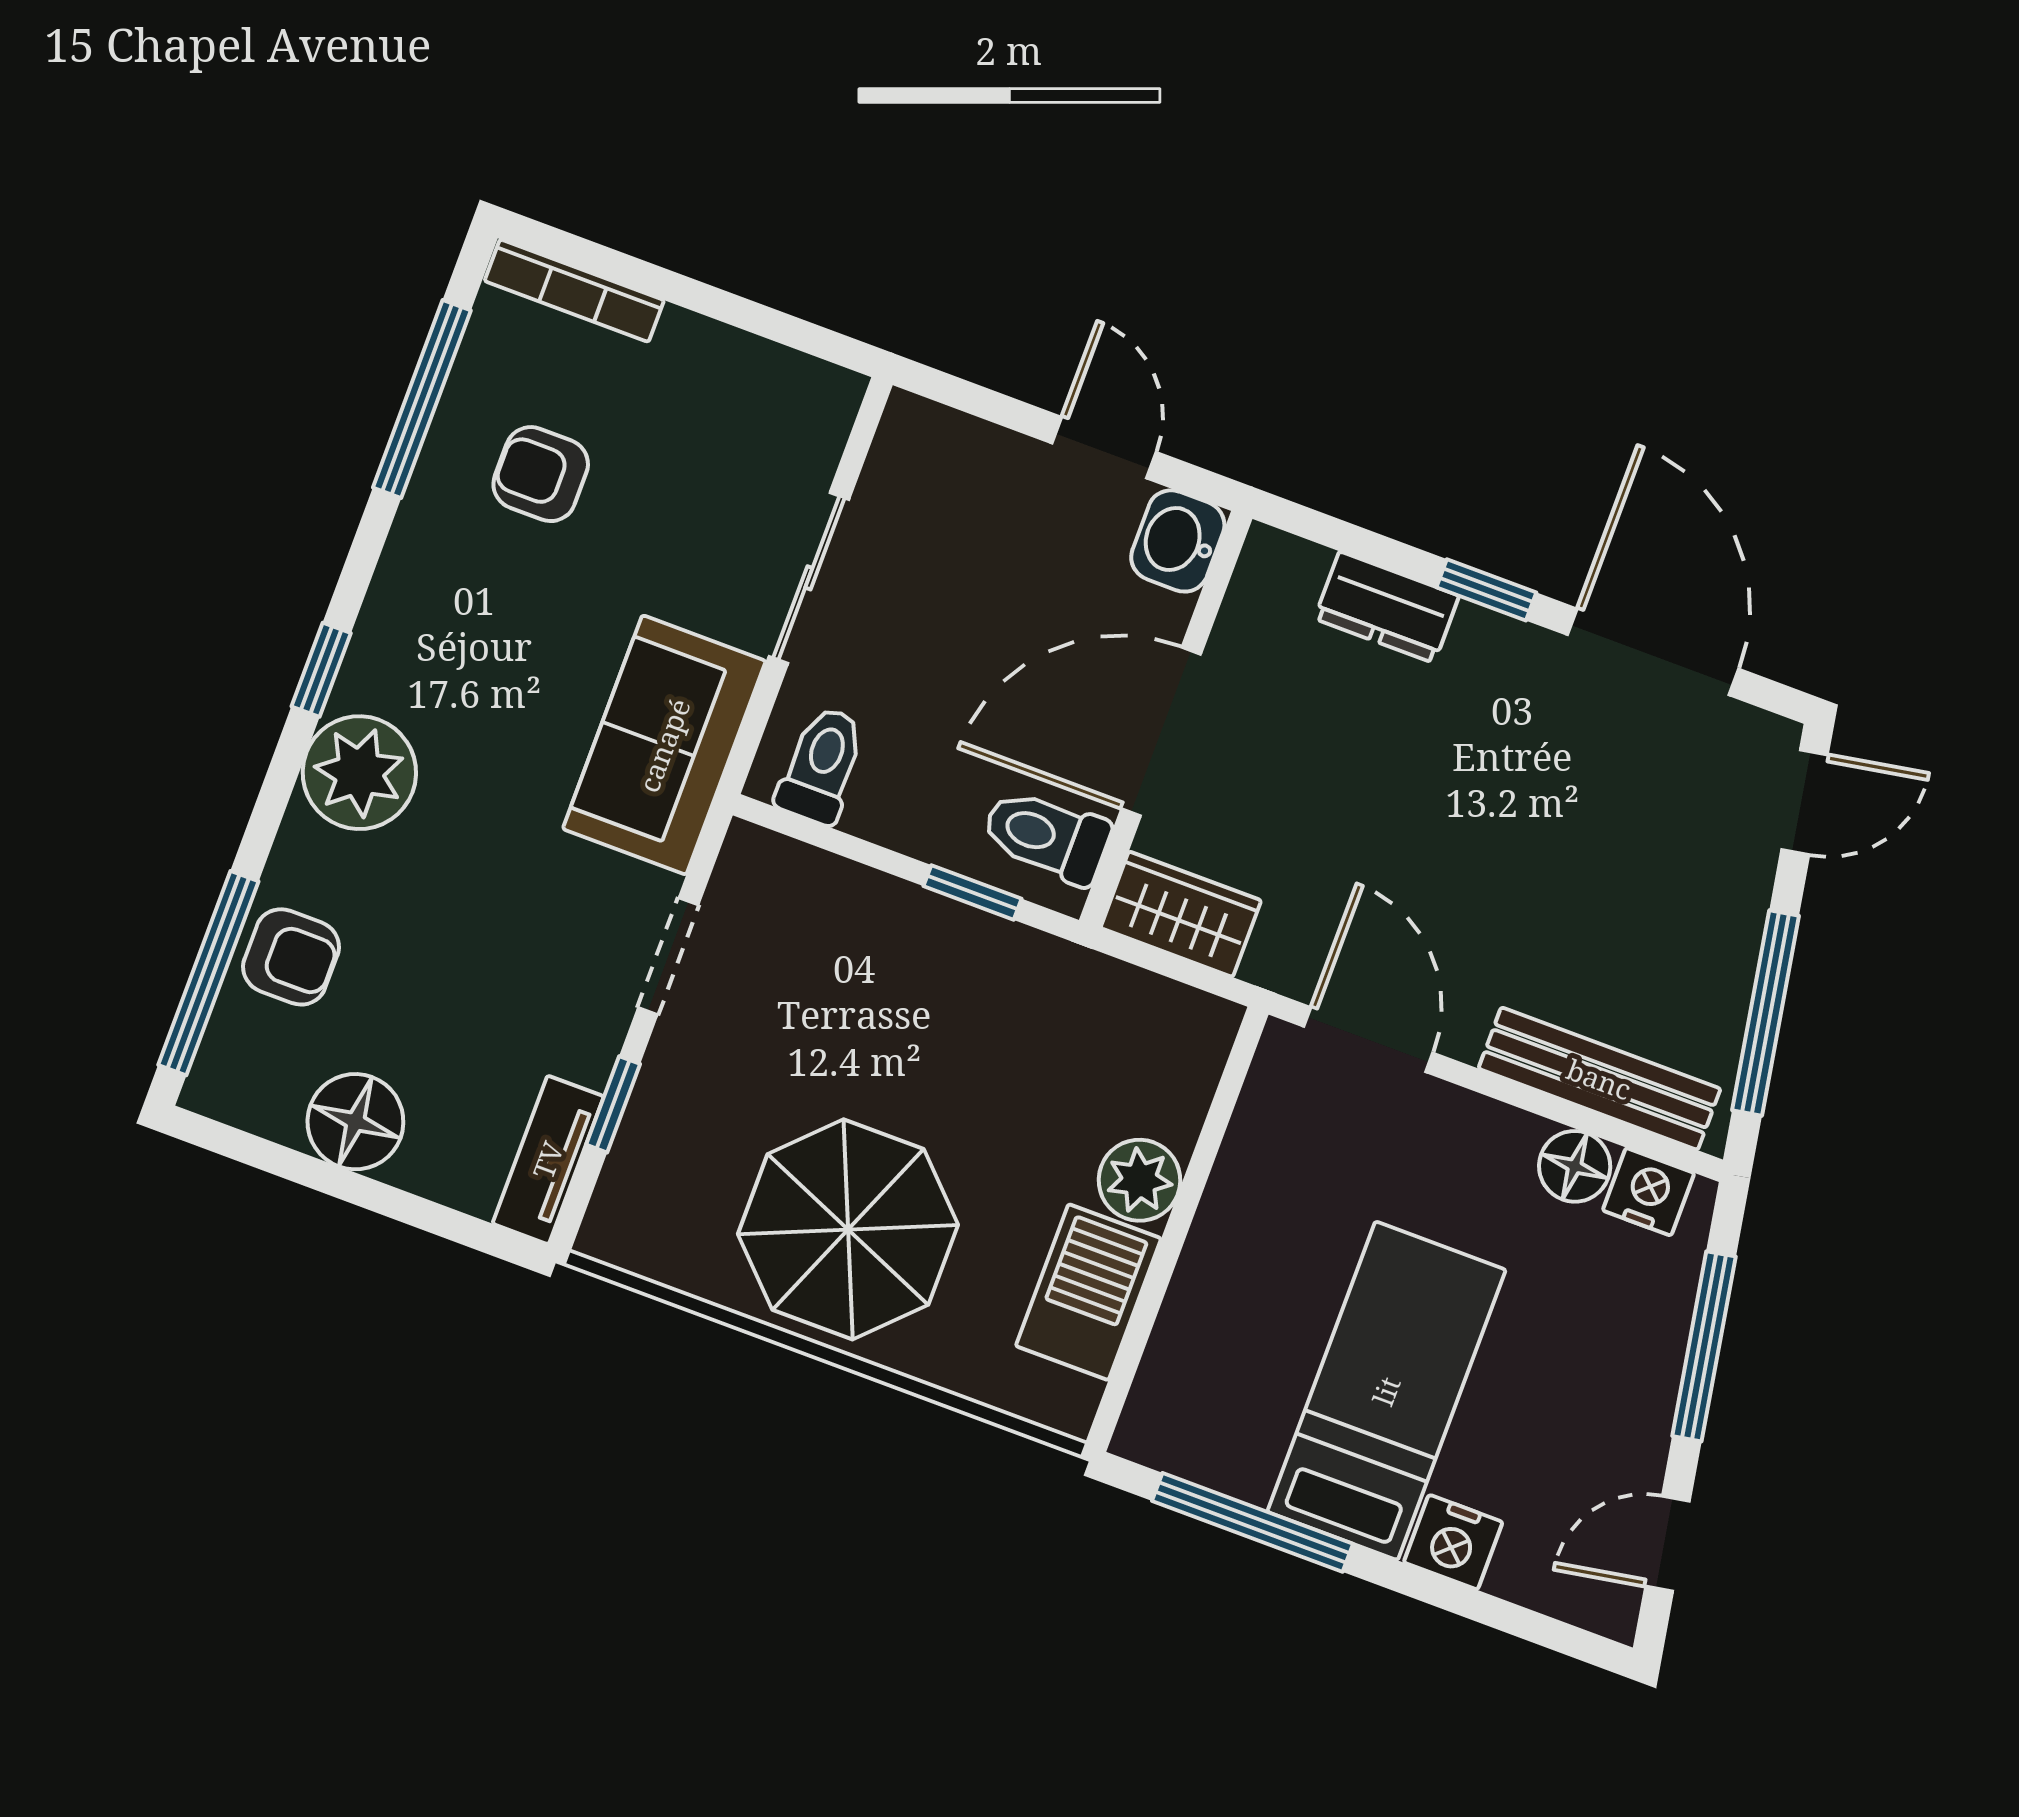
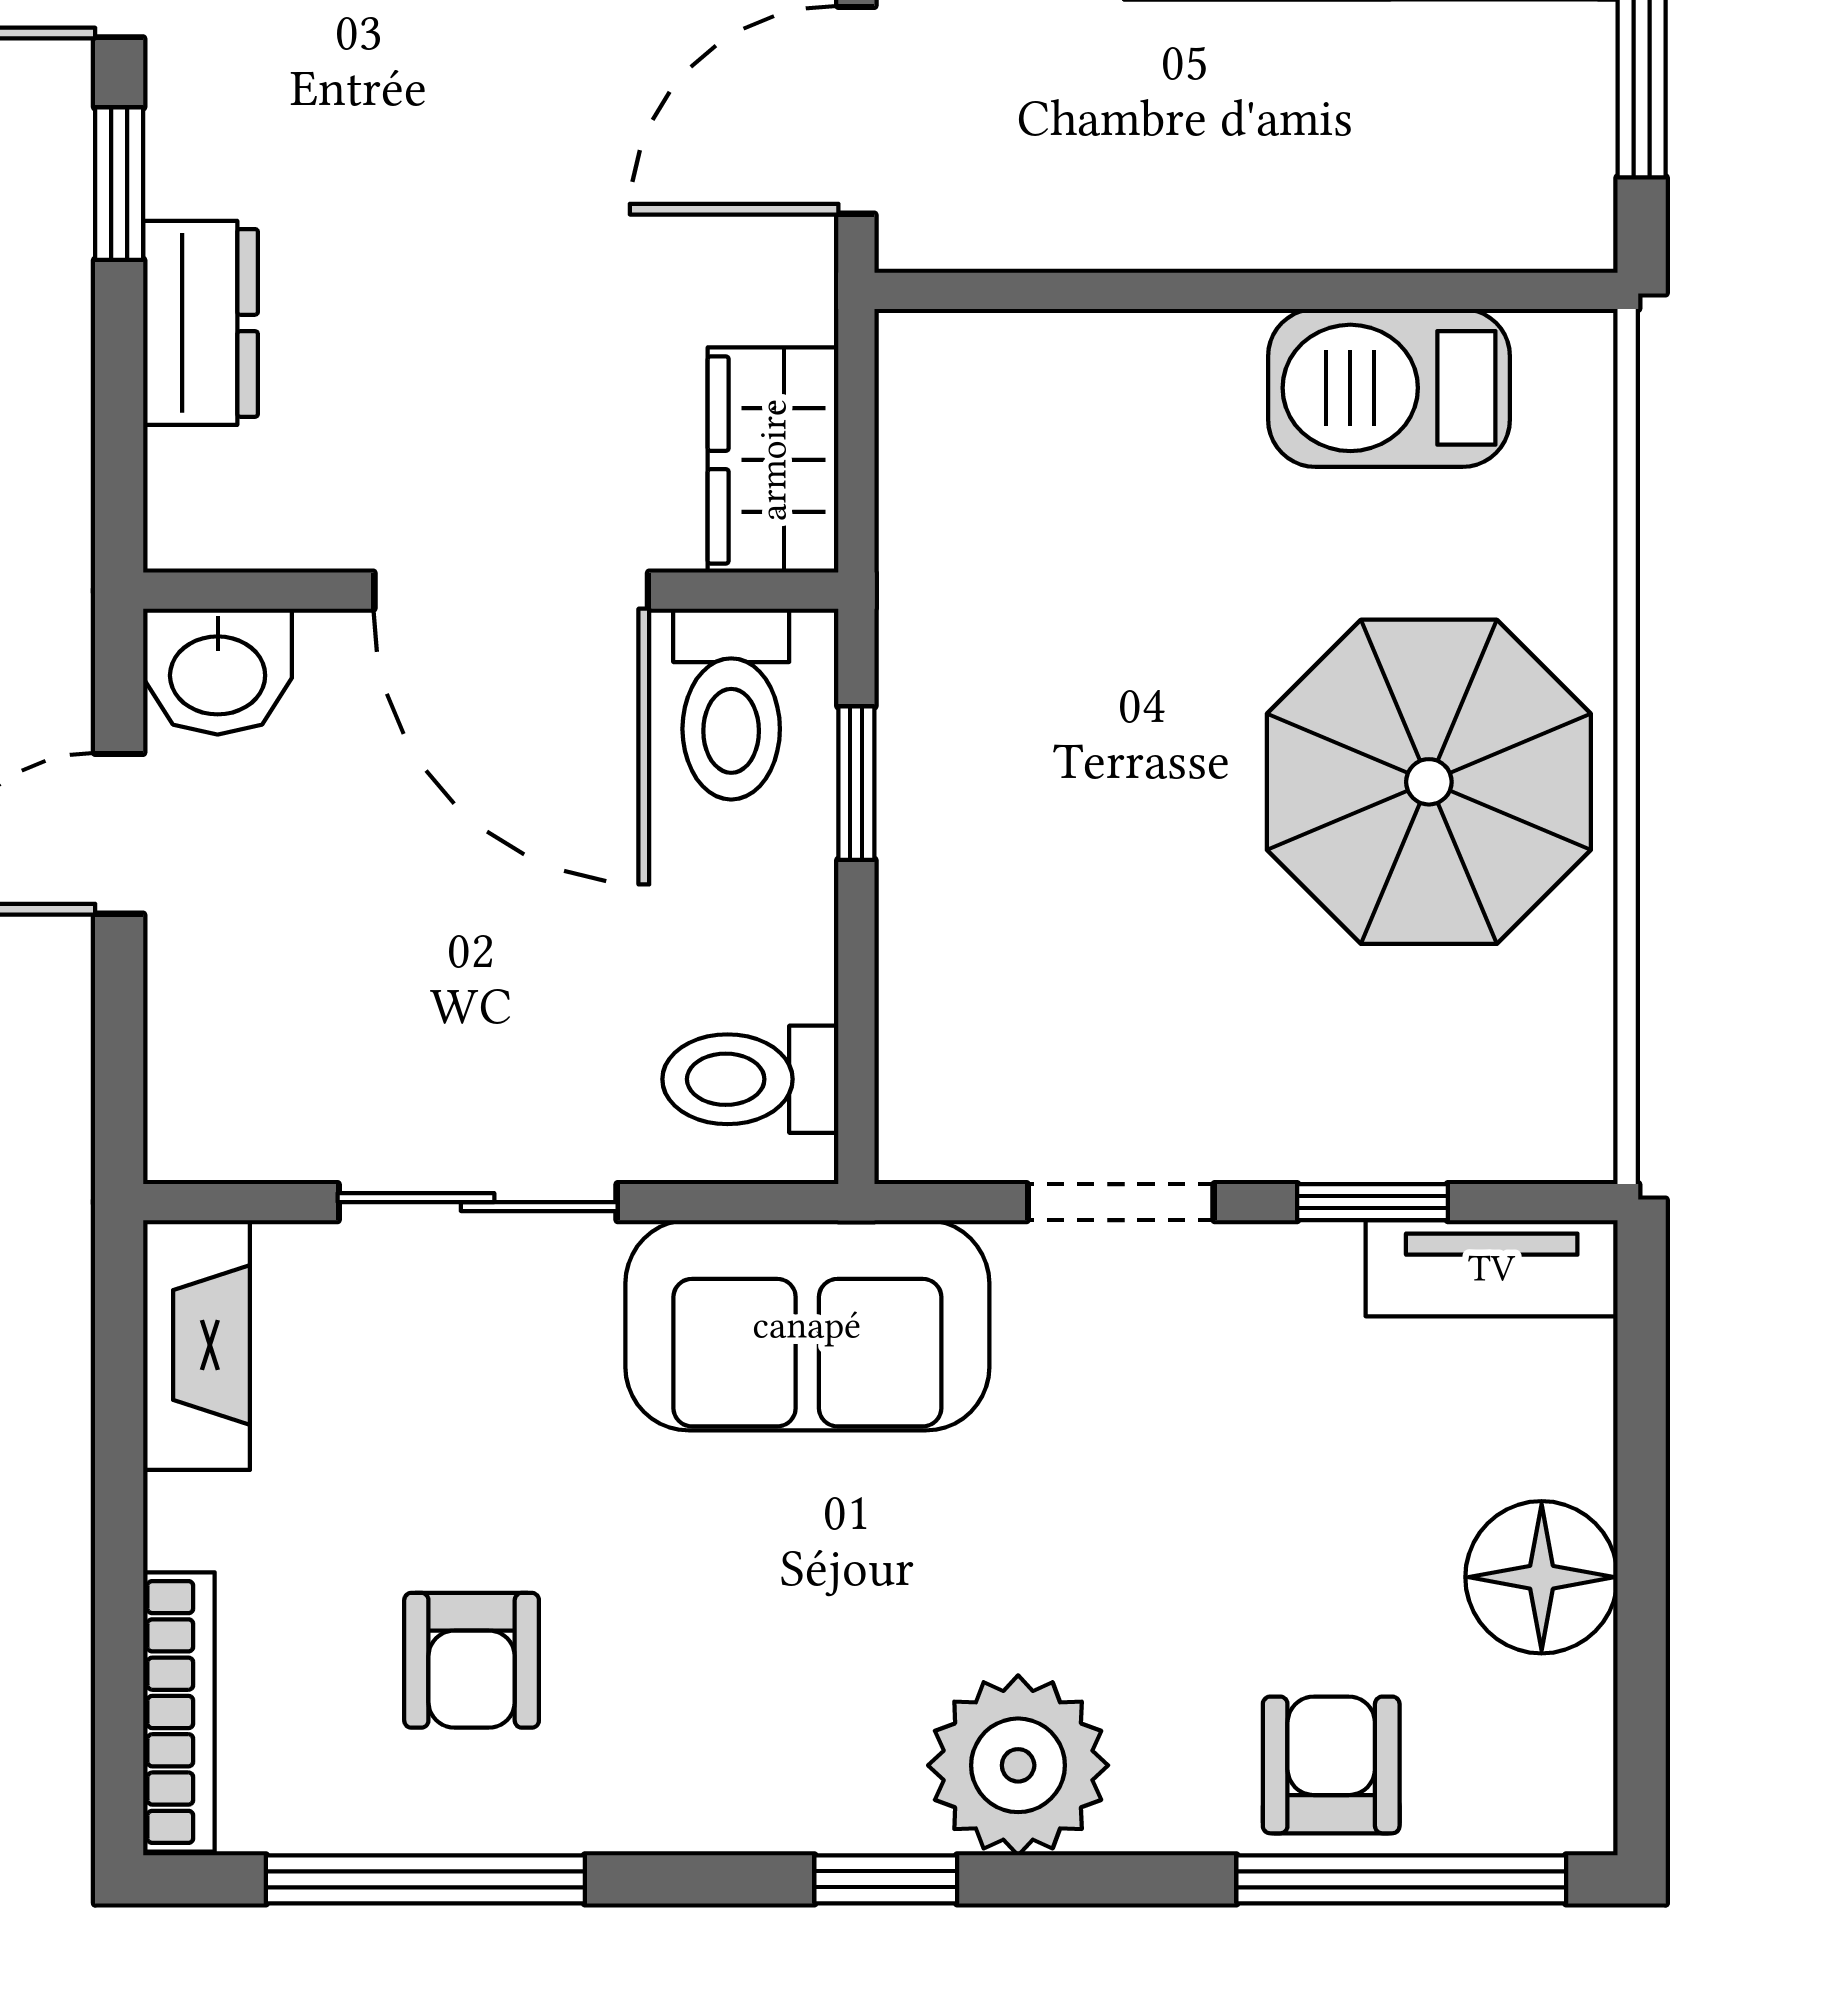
fireplace: (786, 381) -> (197, 1345), added
plant: (1139, 1180) -> (1194, 374), removed

